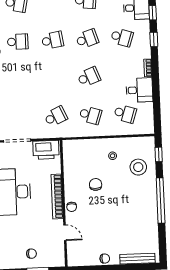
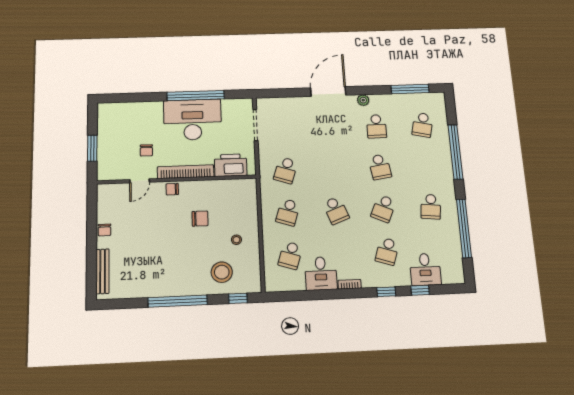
school desk: (87, 39) -> (383, 208), turned 42
school desk: (56, 117) -> (286, 170), turned 42
printer: (46, 150) -> (231, 165), moved, turned 90
chair: (31, 254) -> (146, 150), moved

